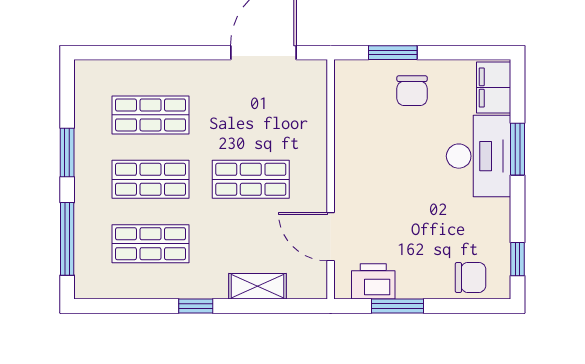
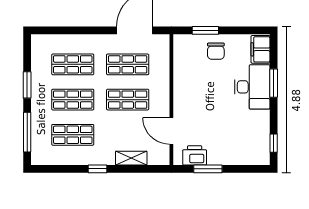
shop shelf: (251, 115) -> (128, 64), added
chair: (471, 277) -> (248, 153), removed

